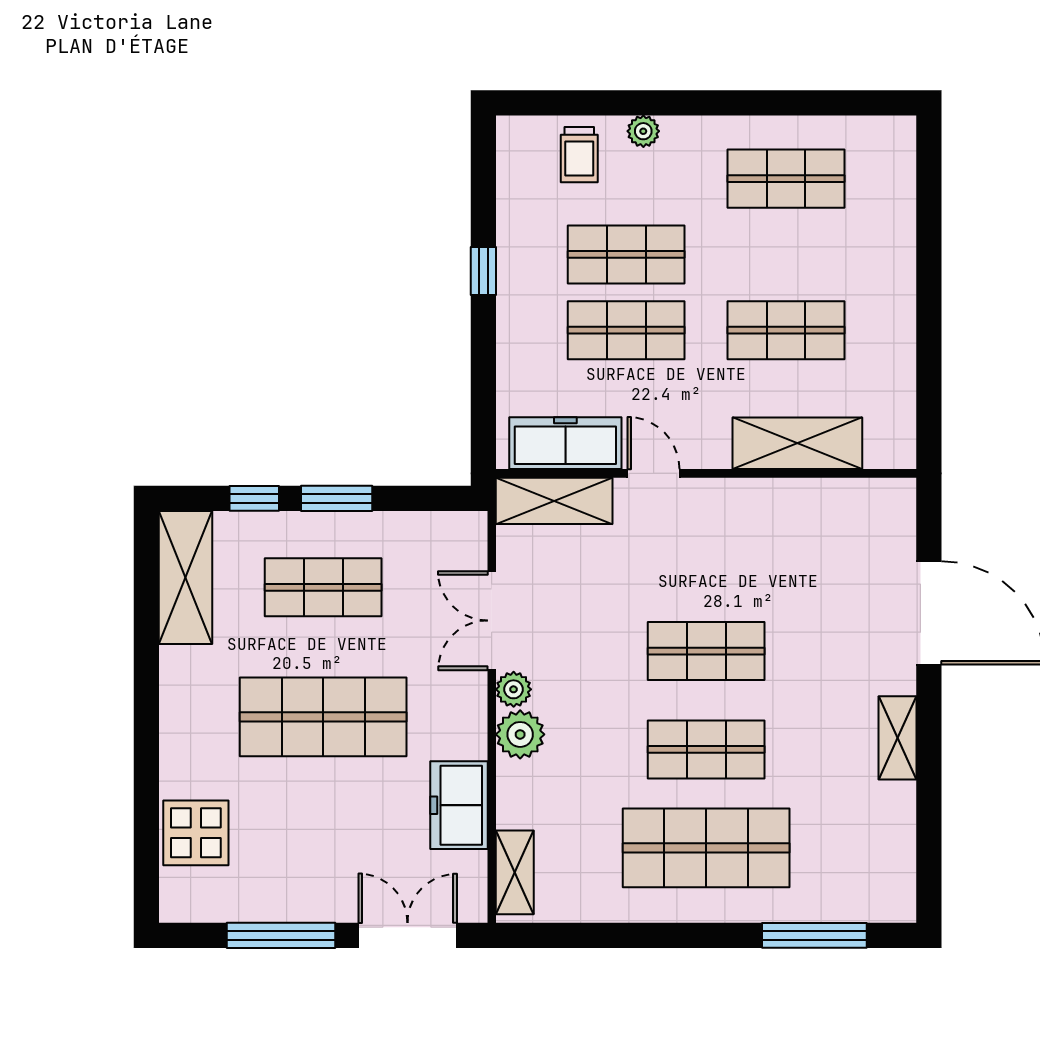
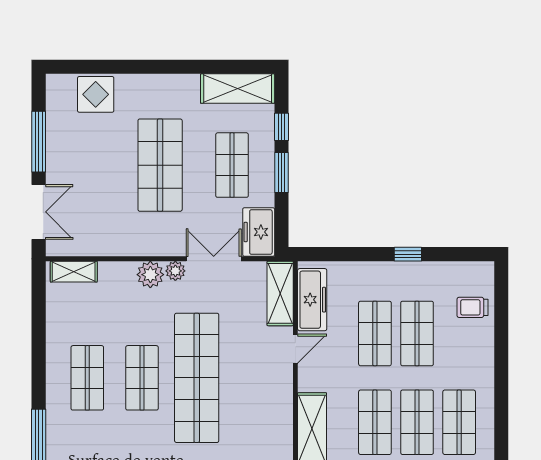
plant: (643, 131) -> (485, 343), removed
shop shelf: (786, 254) -> (417, 422), added
shop shelf: (706, 651) -> (197, 378), width x2.00, depth x1.36
freezer: (459, 805) -> (259, 232), moved, turned -90
shop shelf: (706, 848) -> (87, 378), width x0.70, depth x0.74

